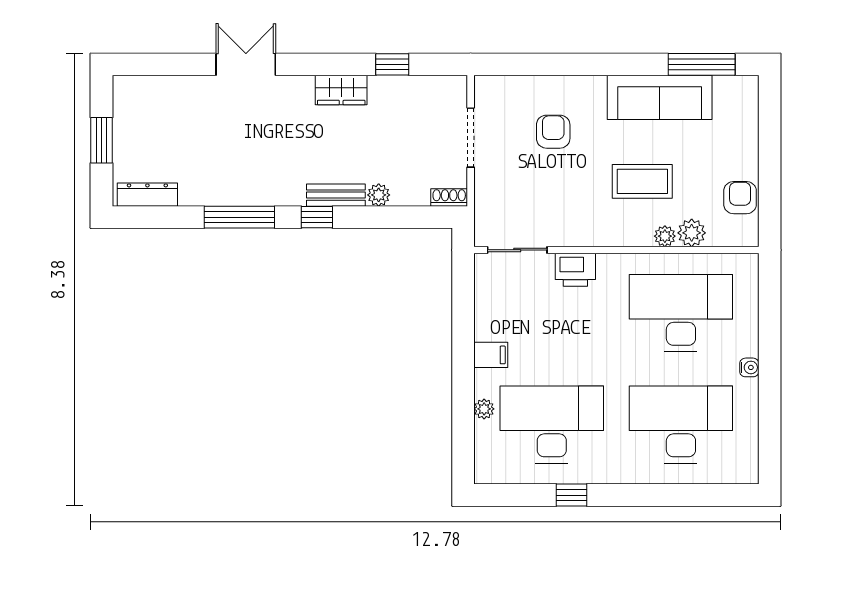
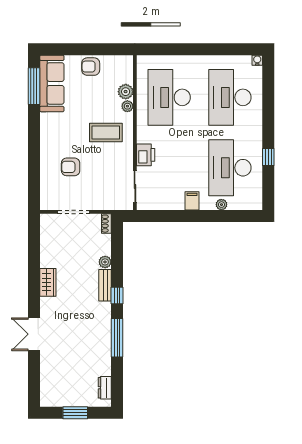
window: (392, 64) -> (34, 254), removed
sofa: (660, 97) -> (52, 83), moved
coffee table: (642, 181) -> (106, 133), moved, turned 90
dresser: (147, 195) -> (105, 388), width x0.70
armchair: (740, 198) -> (91, 67), moved
water cooler: (749, 367) -> (257, 60), moved

